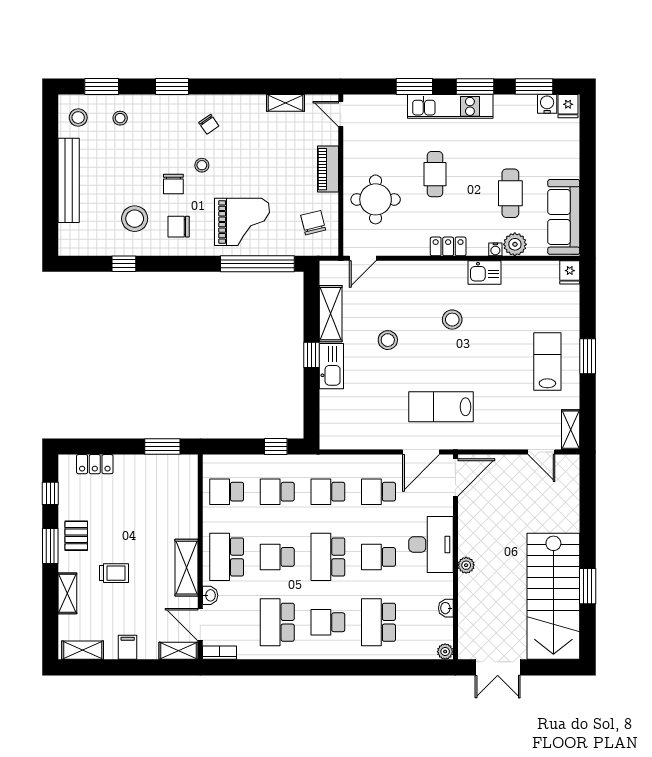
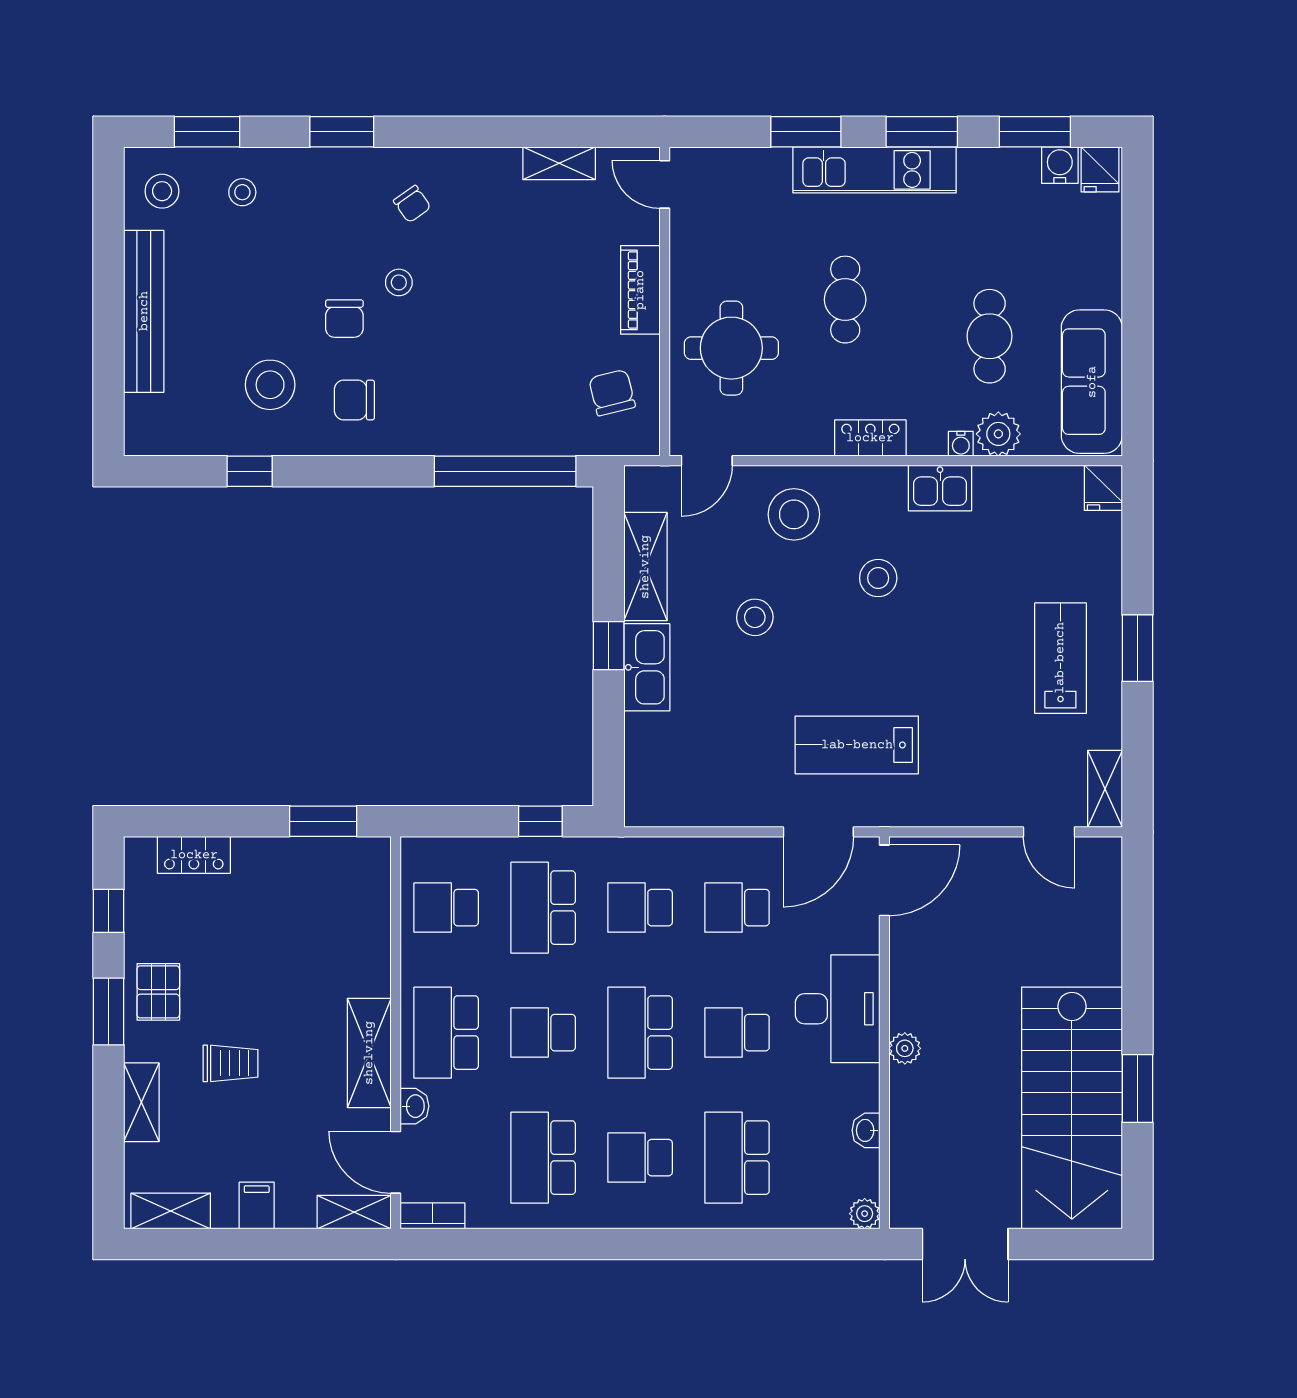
grand piano: (242, 222) -> (476, 391), removed
stool: (408, 286) -> (794, 514), added
school desk: (277, 492) -> (543, 908), width x1.85

